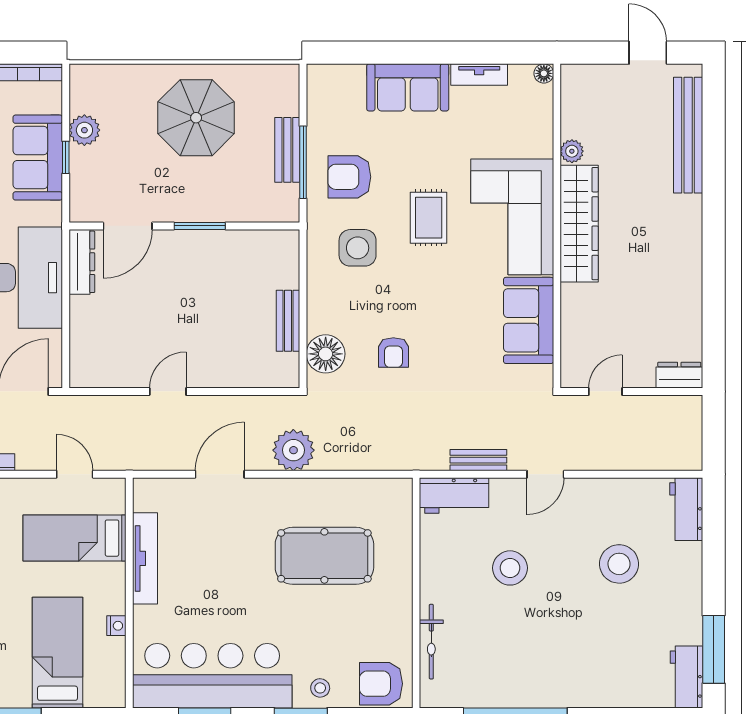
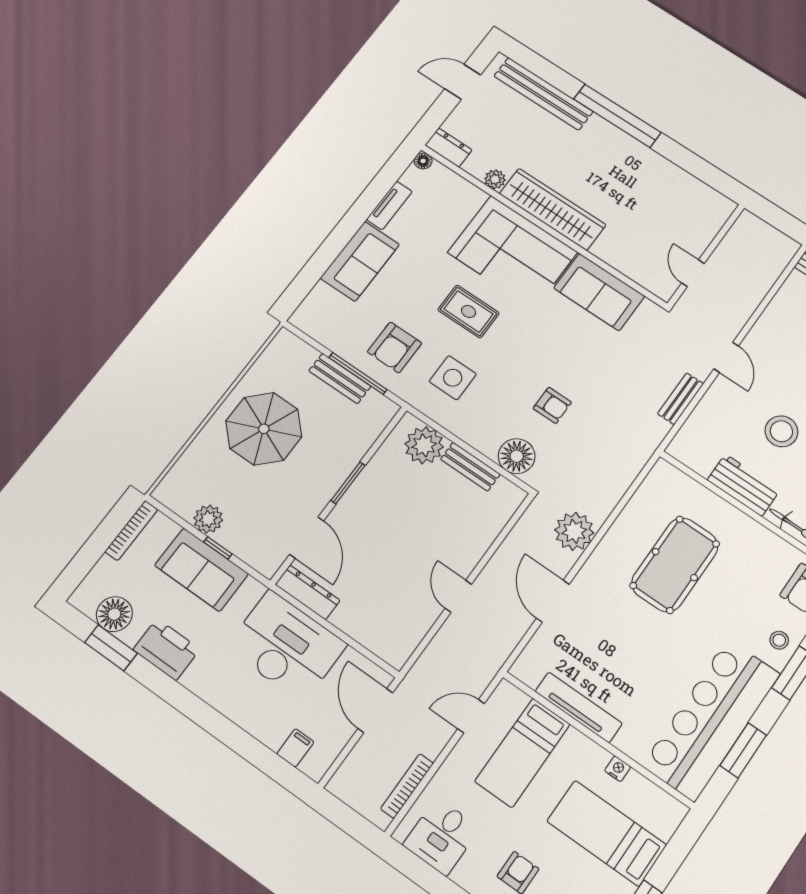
window: (714, 218) -> (617, 116), added
plant: (279, 267) -> (424, 445), added
dresser: (679, 375) -> (449, 148), moved, turned 90
workbench: (454, 495) -> (744, 485), moved, turned -90

